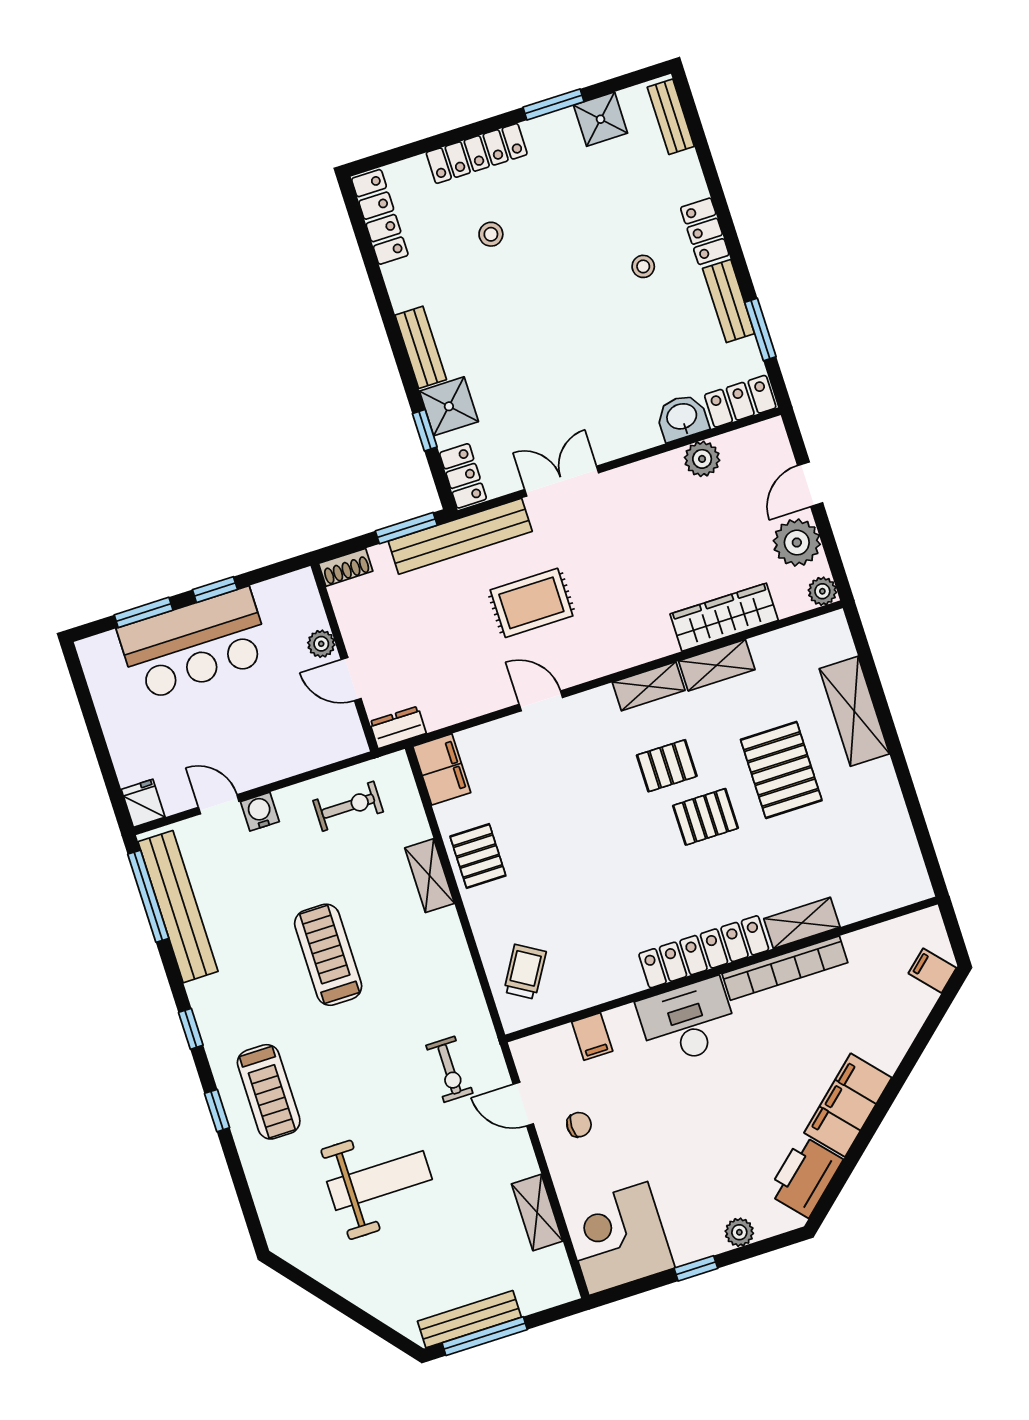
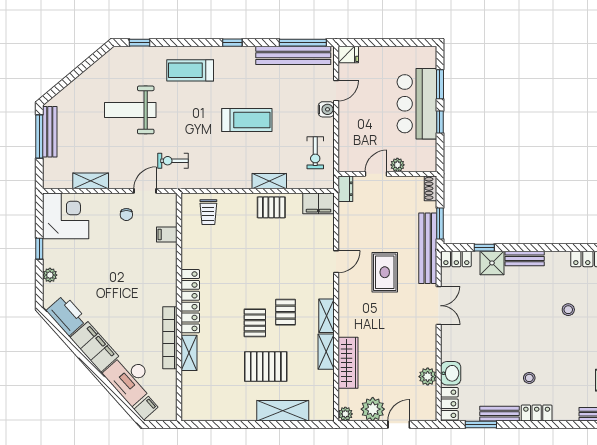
door: (810, 484) -> (399, 425), hinge flipped
trolley: (525, 972) -> (208, 212), turned 59
desk: (687, 1022) -> (130, 378), moved, turned 138
window: (217, 1111) -> (139, 43), moved
weight bench: (379, 1181) -> (130, 110), turned 90

